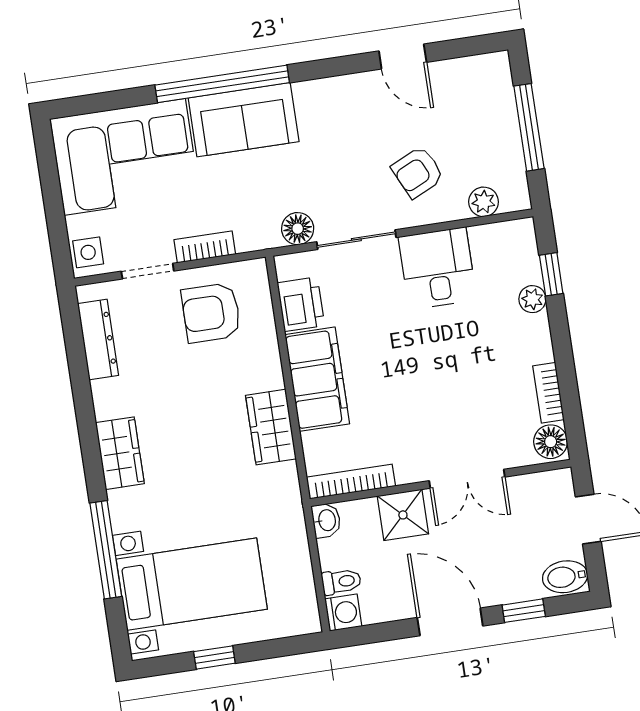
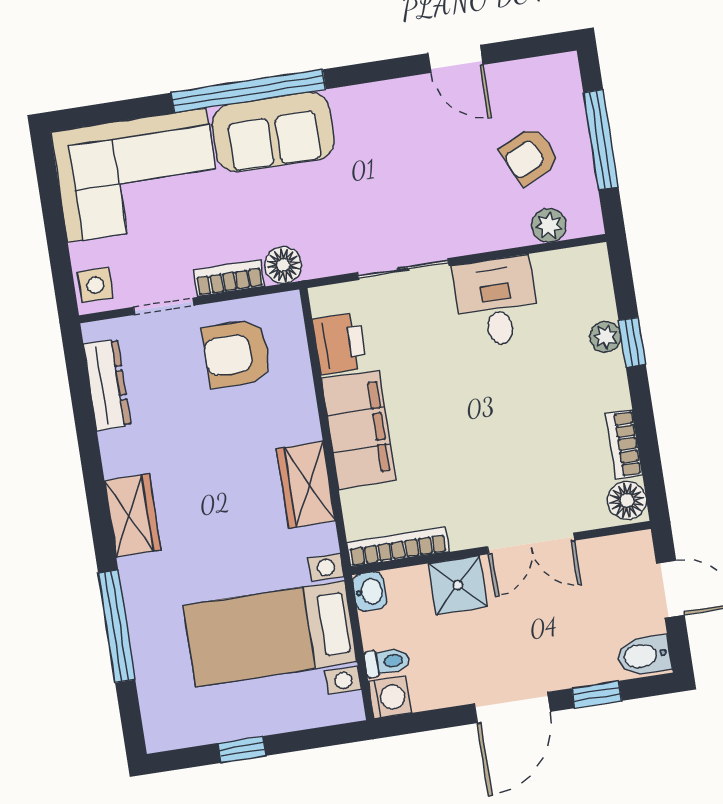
armchair: (418, 172) -> (530, 156), moved
floor lamp: (298, 229) -> (283, 265), moved
window: (551, 274) -> (632, 342), moved
bed with nightstands: (192, 584) -> (270, 634), moved, turned 180
door: (450, 622) -> (512, 708), swing flipped

